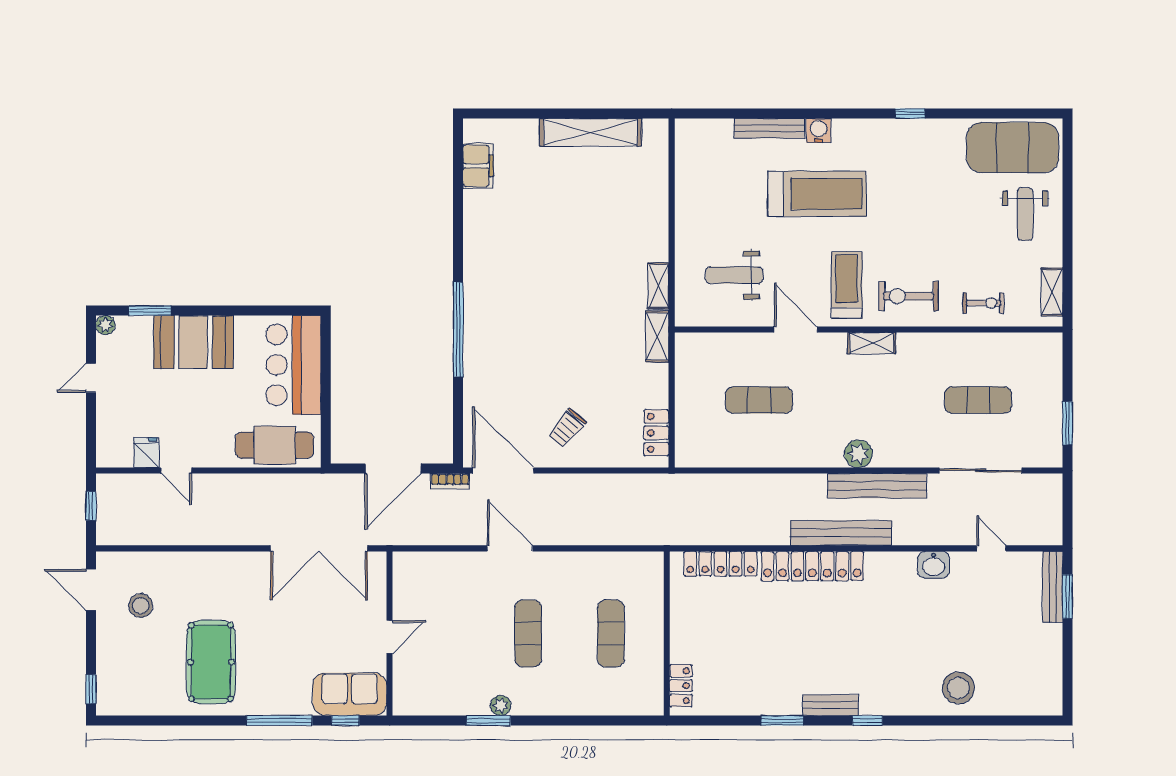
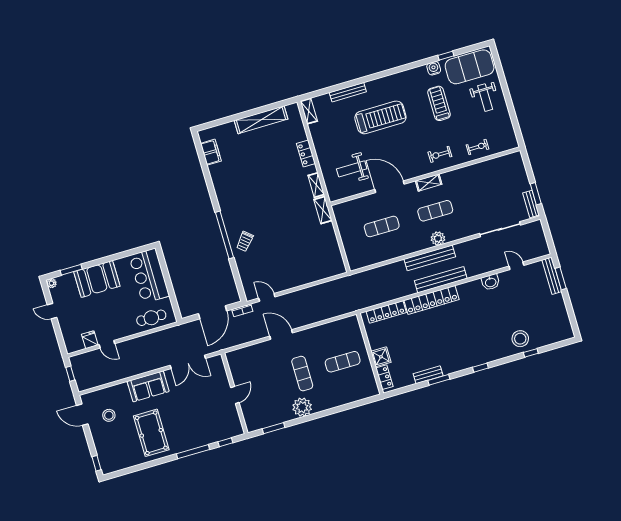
window: (910, 114) -> (446, 56), moved
water cooler: (819, 131) -> (434, 68), moved
treadmill: (847, 285) -> (439, 103), moved
shelving: (1052, 292) -> (309, 111), moved
exercise bike: (908, 296) -> (440, 154), width x0.73, depth x0.72
door: (796, 330) -> (390, 187), width x1.36
door: (91, 378) -> (52, 311), hinge flipped
exercise mat: (978, 400) -> (435, 211), moved
trolley: (567, 428) -> (245, 241), moved
locker: (656, 433) -> (306, 153), moved
bench: (1053, 440) -> (531, 204), added
cafe table: (274, 445) -> (151, 318), width x0.73, depth x0.74
door: (503, 471) -> (267, 297), width x0.53
bench: (877, 486) -> (430, 258), moved
double door: (319, 548) -> (188, 362), width x0.73
exercise mat: (611, 633) -> (343, 362), turned 90
shower: (686, 645) -> (381, 357), added
sofa: (350, 694) -> (148, 386), moved, turned 180
bench: (831, 705) -> (428, 375), moved
plant: (501, 706) -> (302, 407), width x1.87, depth x1.87
window: (488, 721) -> (274, 428), moved
window: (971, 721) -> (531, 353), added

